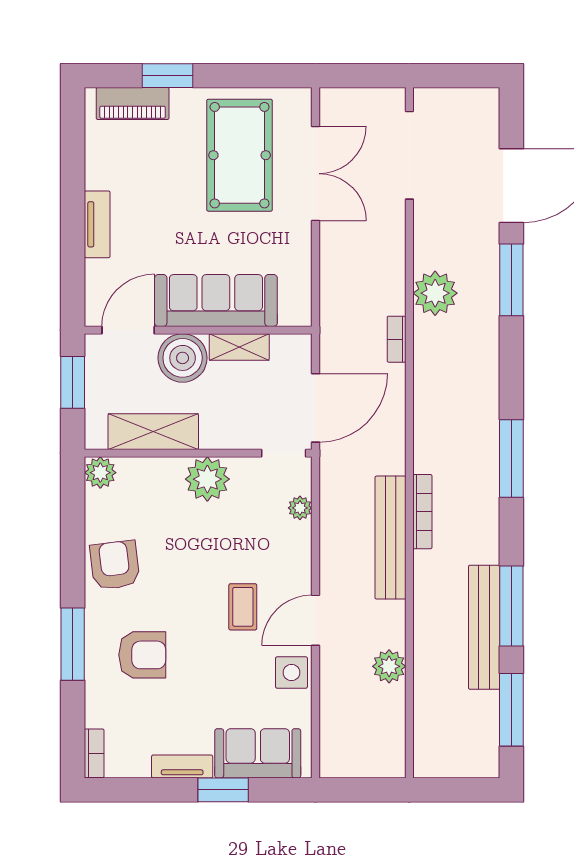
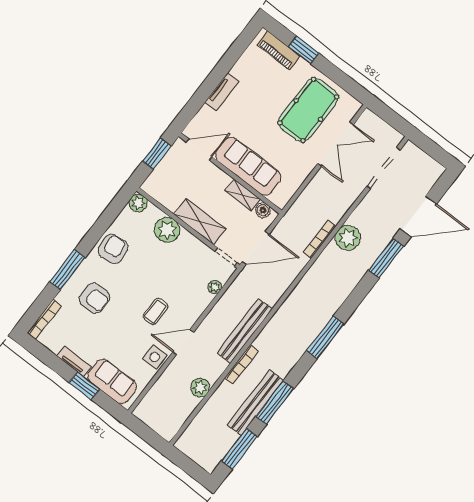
bookcase: (397, 339) -> (320, 239), width x1.56
boiler: (183, 358) -> (263, 210), moved, width x0.54, depth x0.54
shelving: (153, 432) -> (200, 222), moved
plant: (207, 479) -> (167, 230), moved
bookcase: (422, 512) -> (241, 364), moved
bookcase: (94, 753) -> (44, 319), width x1.56

